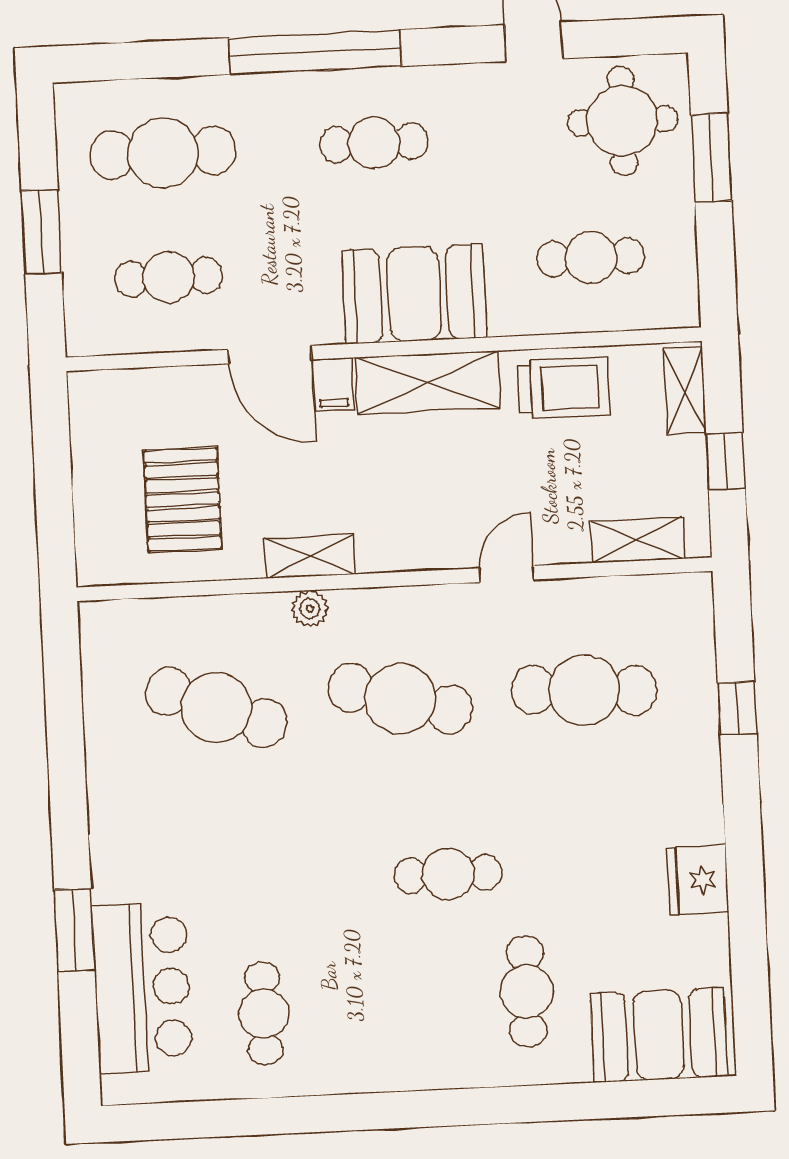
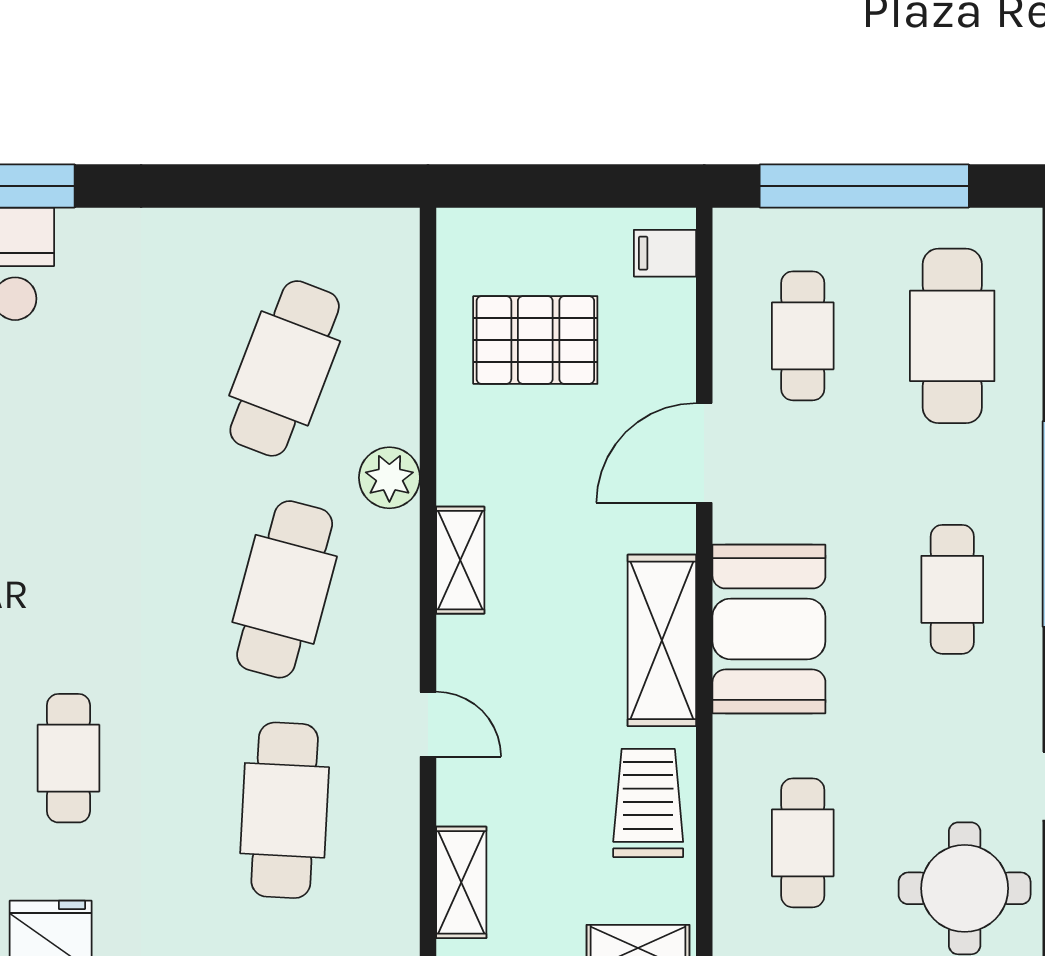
window: (42, 232) -> (864, 186), width x2.11
filing cabinet: (333, 384) -> (665, 253), moved
trolley: (564, 388) -> (648, 803), turned 180
shelving: (310, 556) -> (460, 560), moved
plant: (310, 609) -> (389, 478), width x1.38, depth x1.38
cafe table: (448, 874) -> (68, 758), moved

